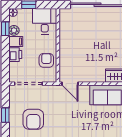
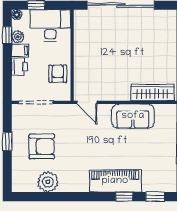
desk: (45, 21) -> (50, 26), width x1.37
armchair: (33, 119) -> (42, 146), turned -90

